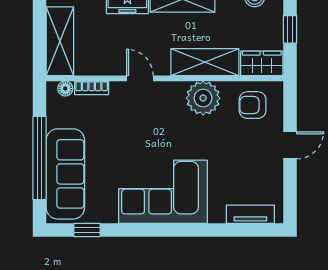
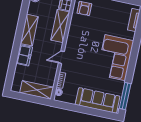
plant: (203, 98) -> (76, 30), removed
window: (40, 158) -> (88, 111), removed
window: (87, 230) -> (125, 96), width x2.17

